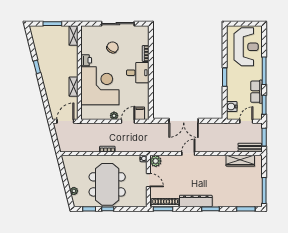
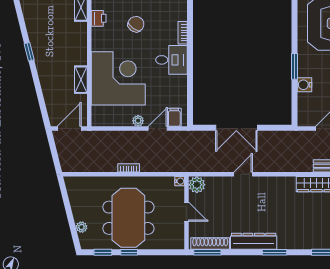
printer: (86, 60) -> (99, 18), moved
water cooler: (232, 106) -> (305, 85), moved

